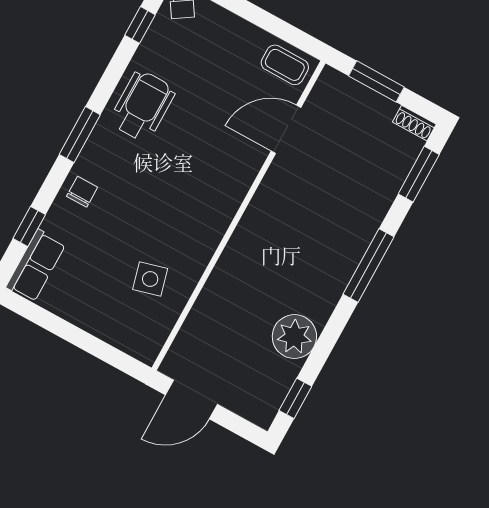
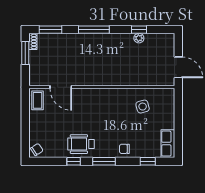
window: (140, 25) -> (74, 161), moved
window: (376, 81) -> (25, 53), moved
row of seats: (36, 266) -> (168, 144), moved, turned -90
plant: (294, 337) -> (139, 38), width x0.53, depth x0.53
window: (295, 398) -> (139, 30), moved

